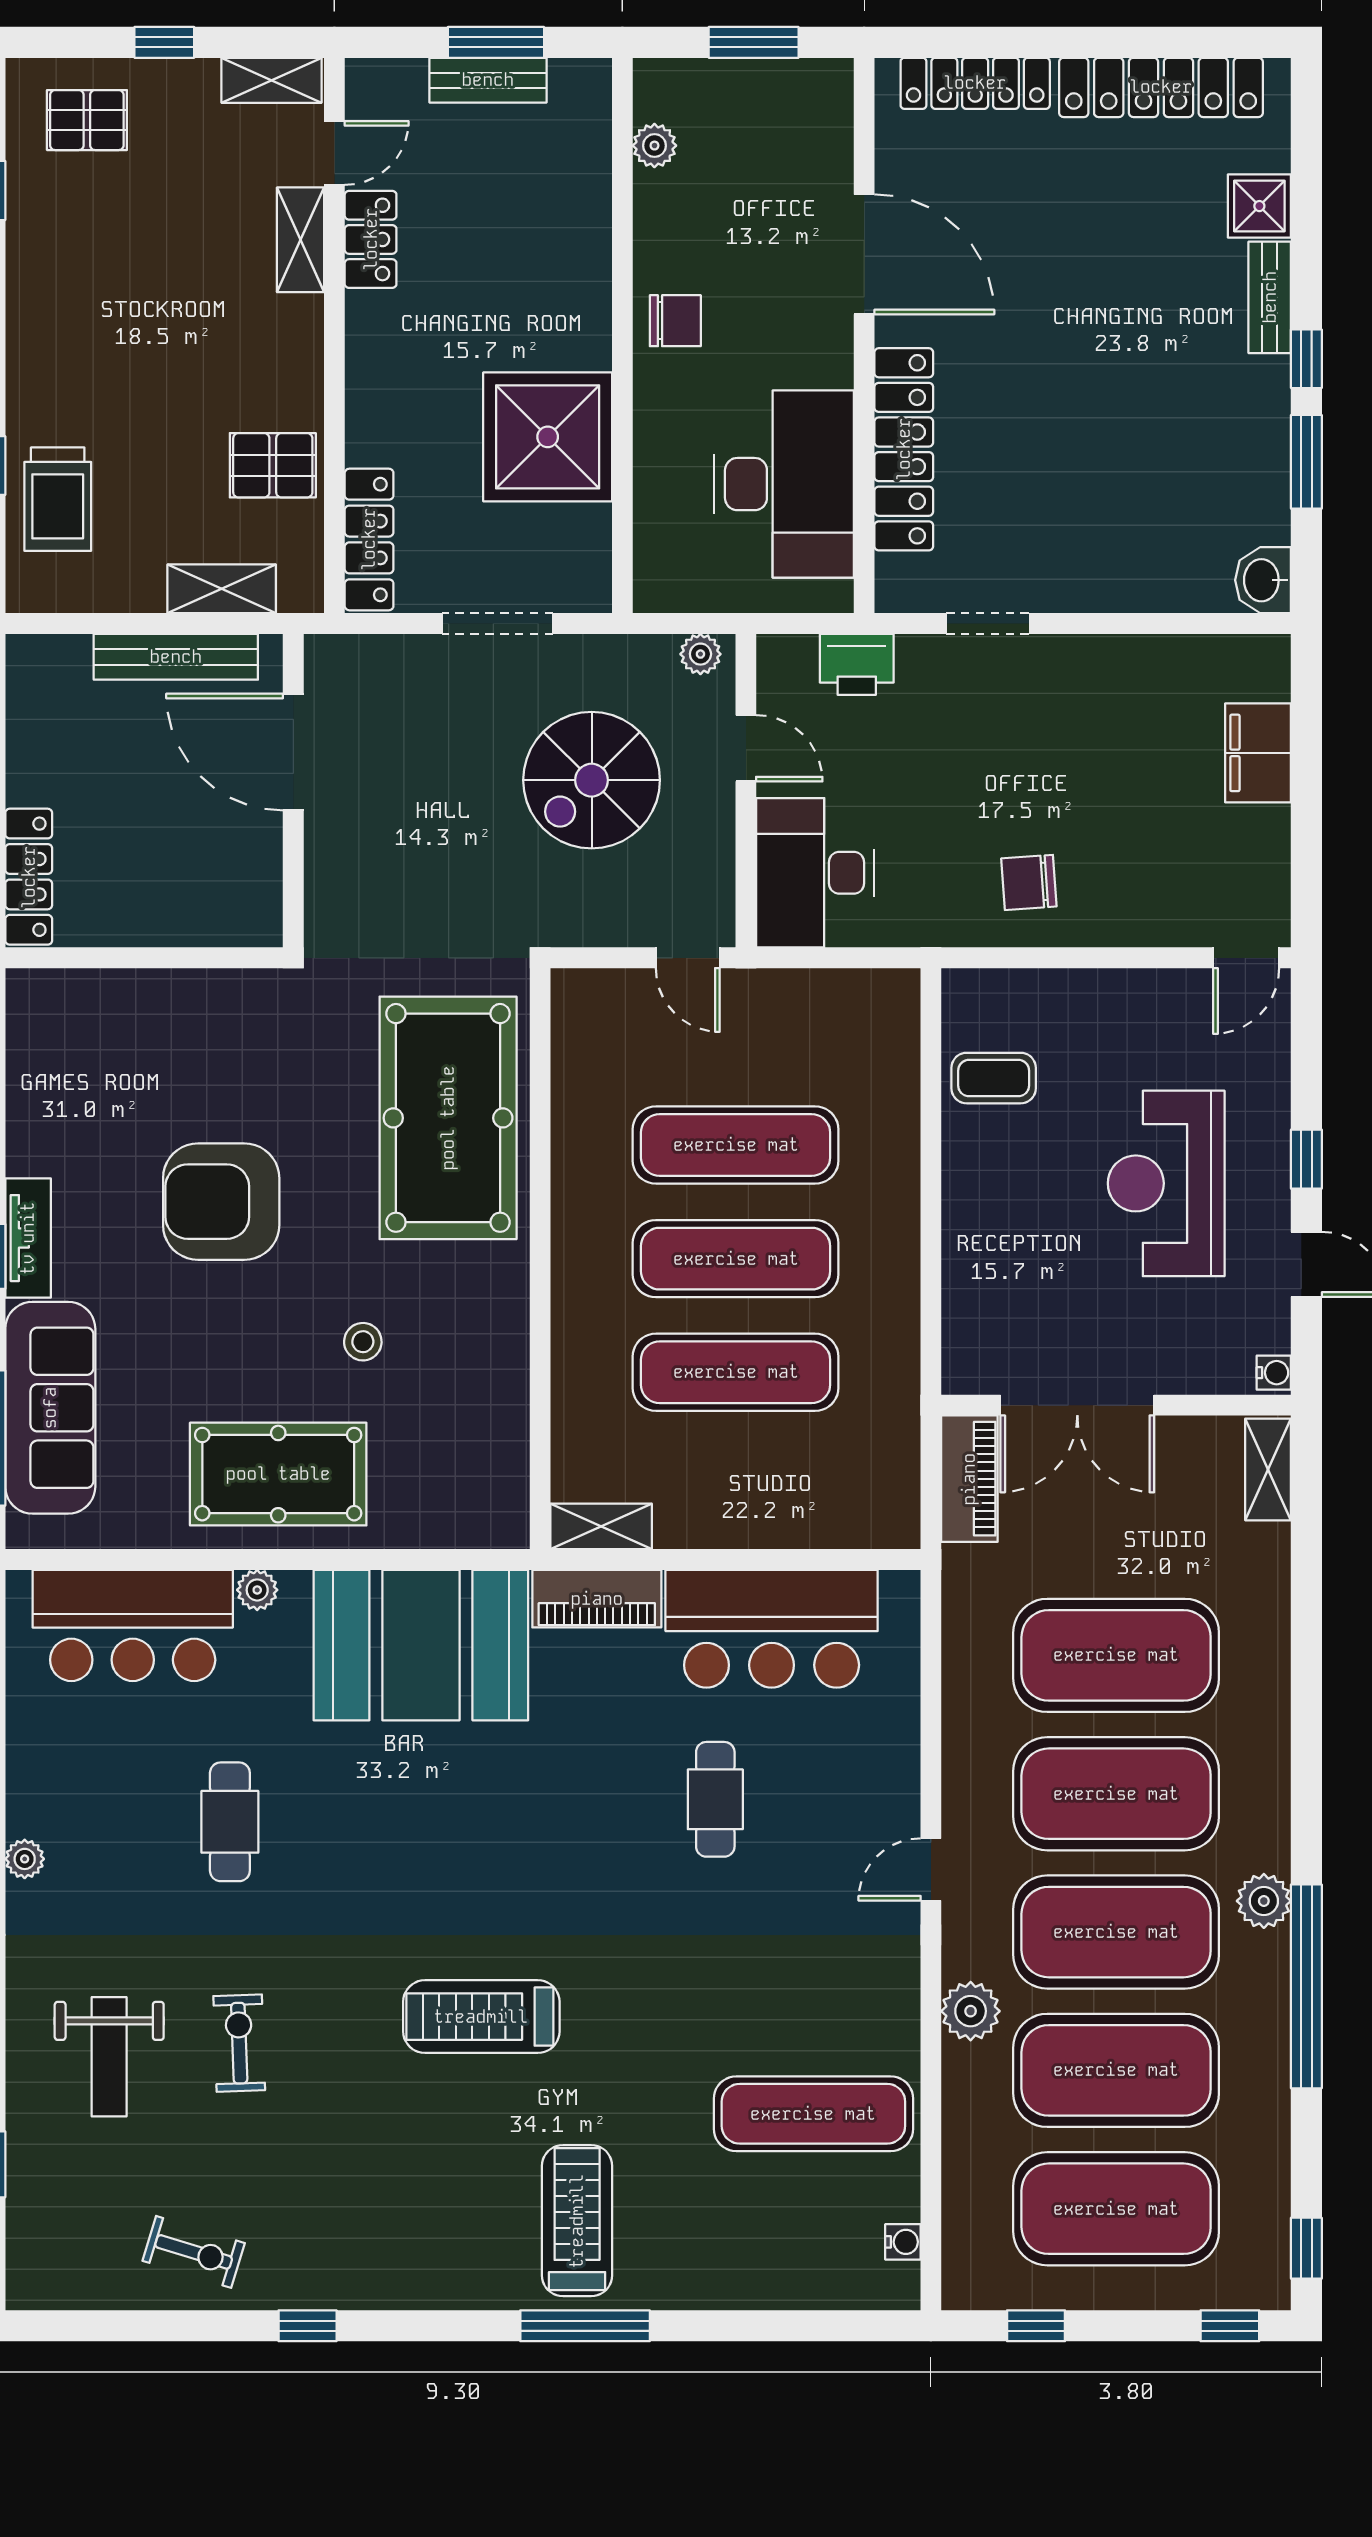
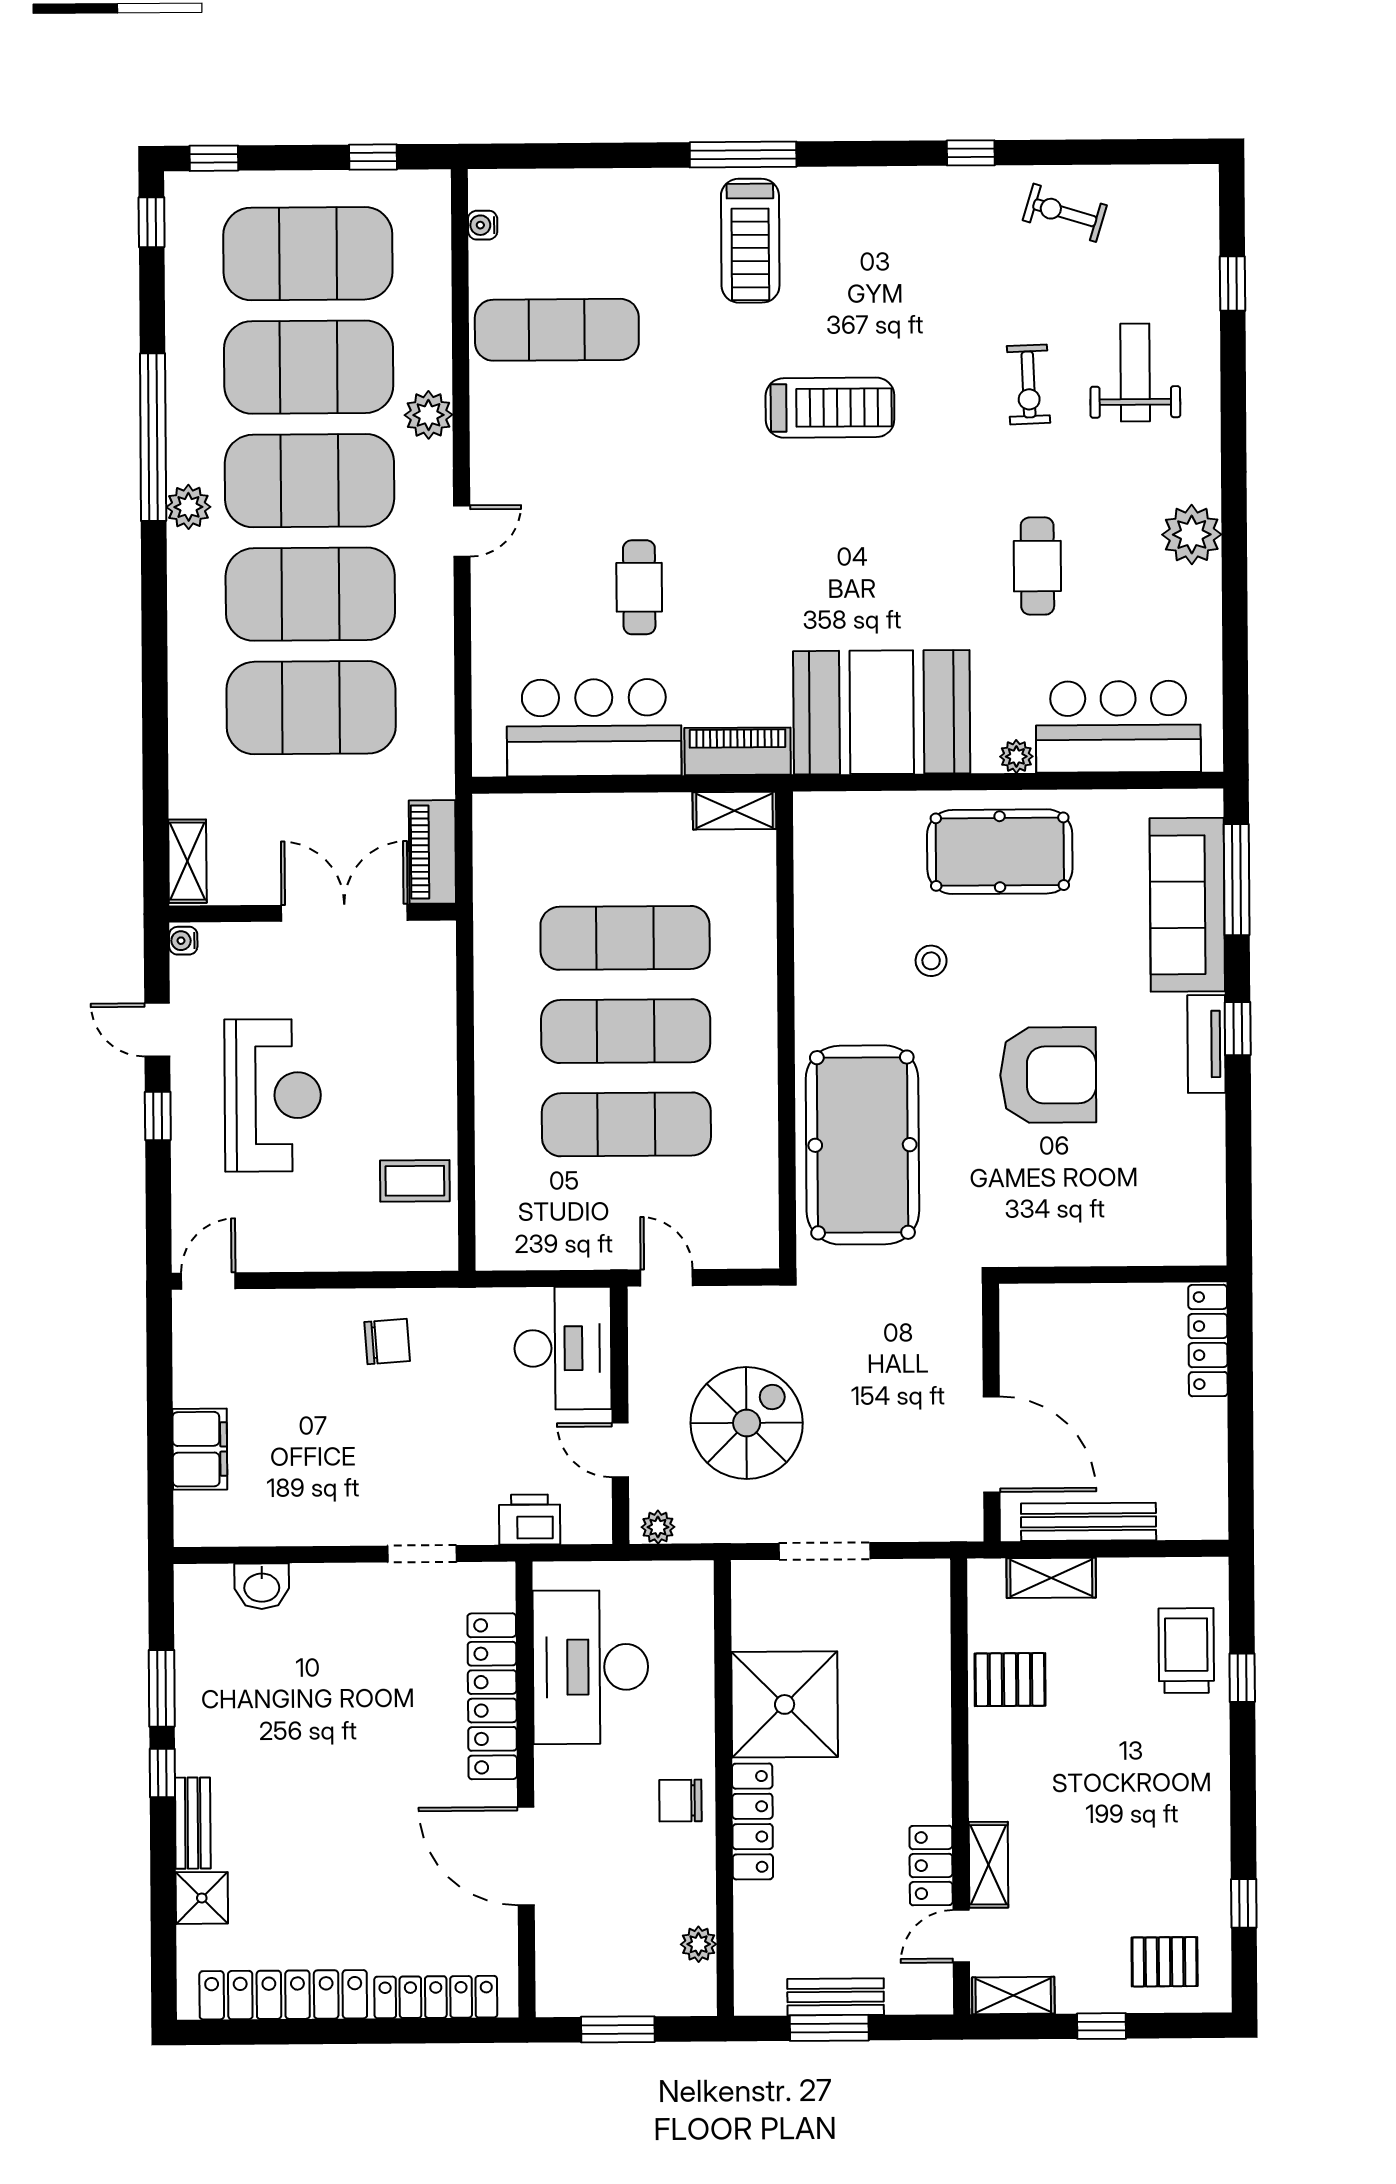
locker: (369, 539) -> (753, 1821), moved, turned 180
washbasin: (1263, 580) -> (262, 1586), moved, turned 90
plant: (25, 1859) -> (1192, 534), width x1.88, depth x1.88

